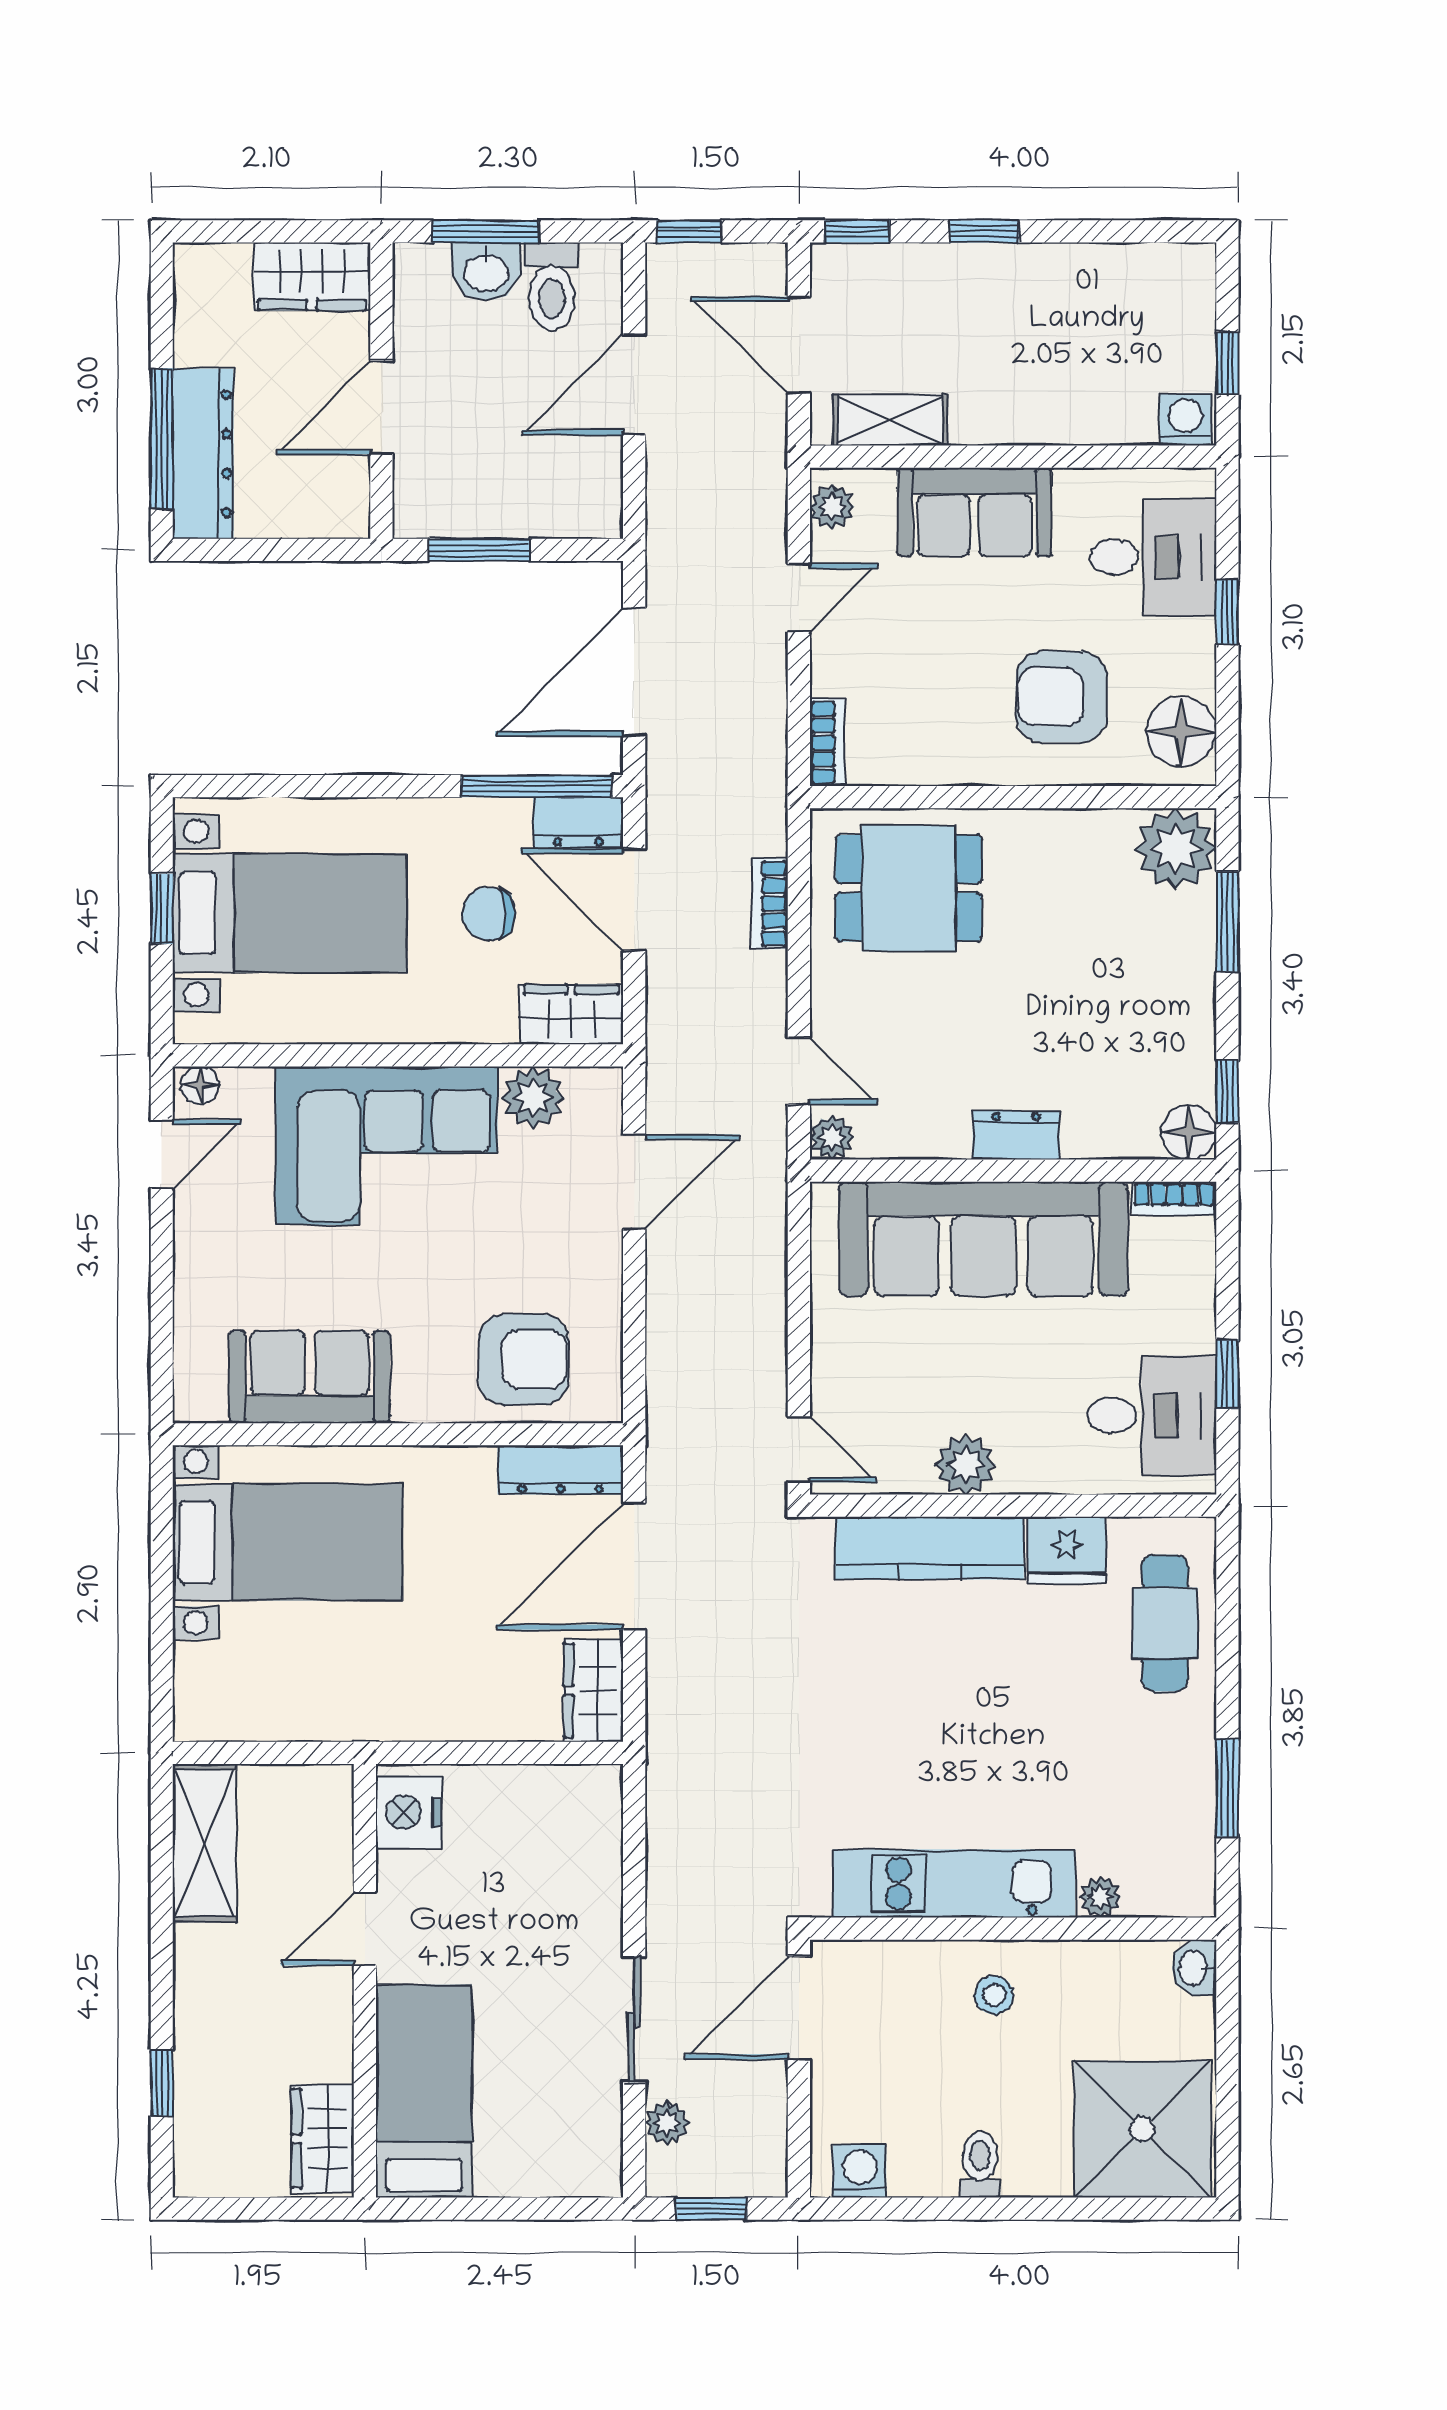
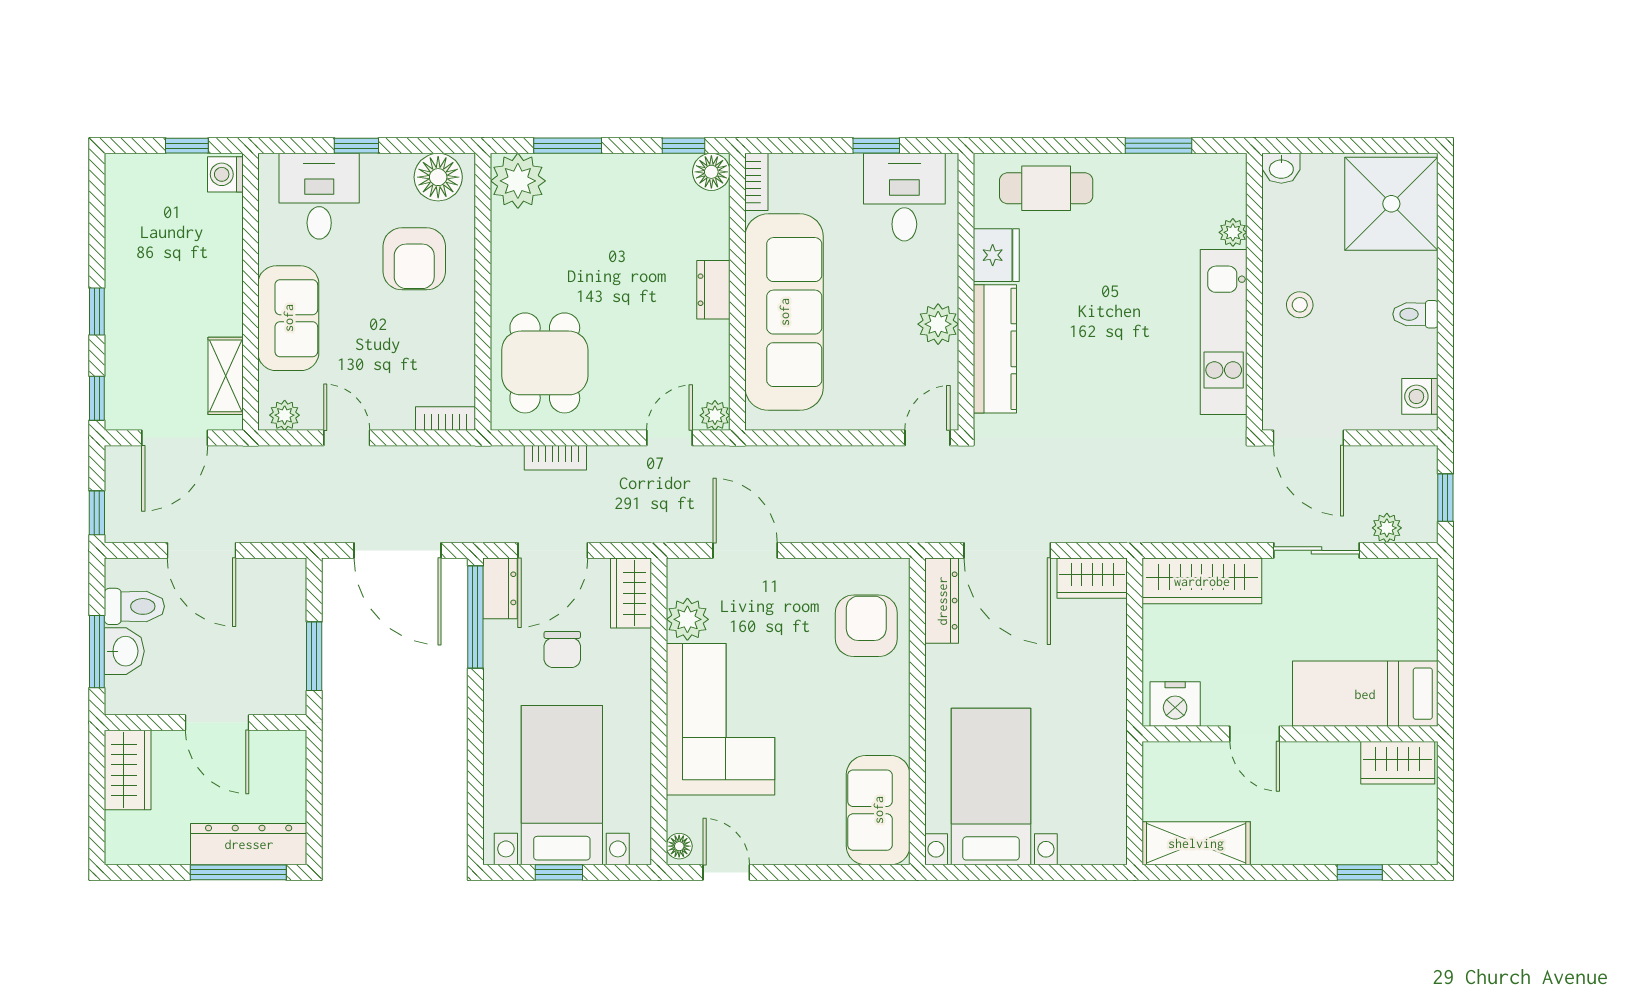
sofa: (310, 1377) -> (878, 810), moved
wardrobe: (589, 1851) -> (1202, 581), added

